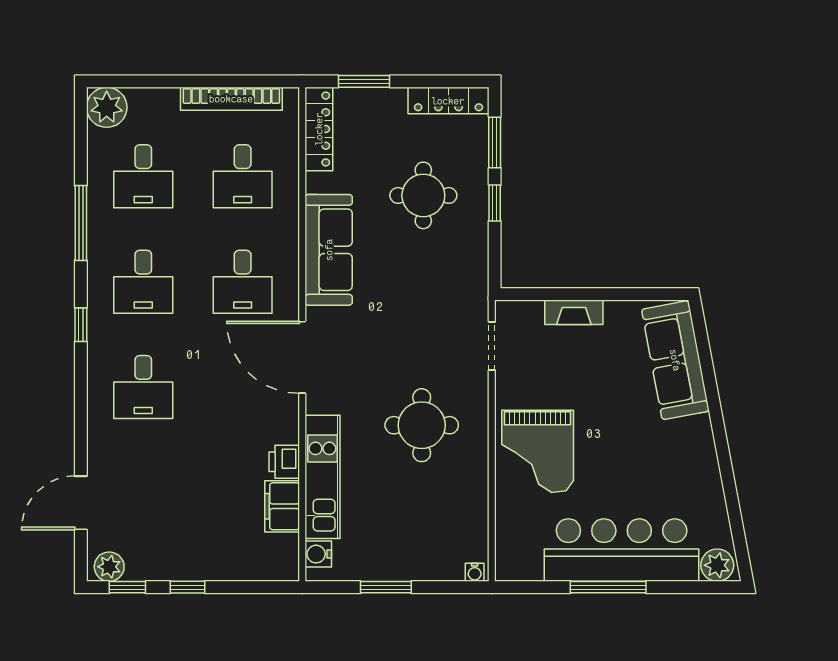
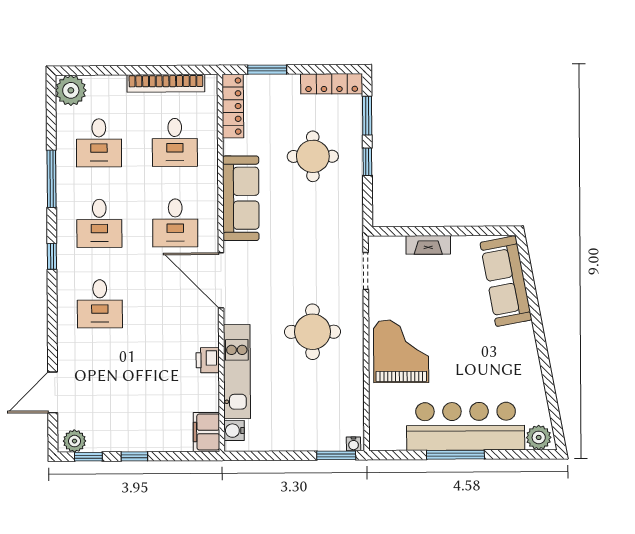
grand piano: (538, 451) -> (401, 351), turned 180
filing cabinet: (282, 506) -> (206, 432), moved
window: (386, 587) -> (336, 455), moved

